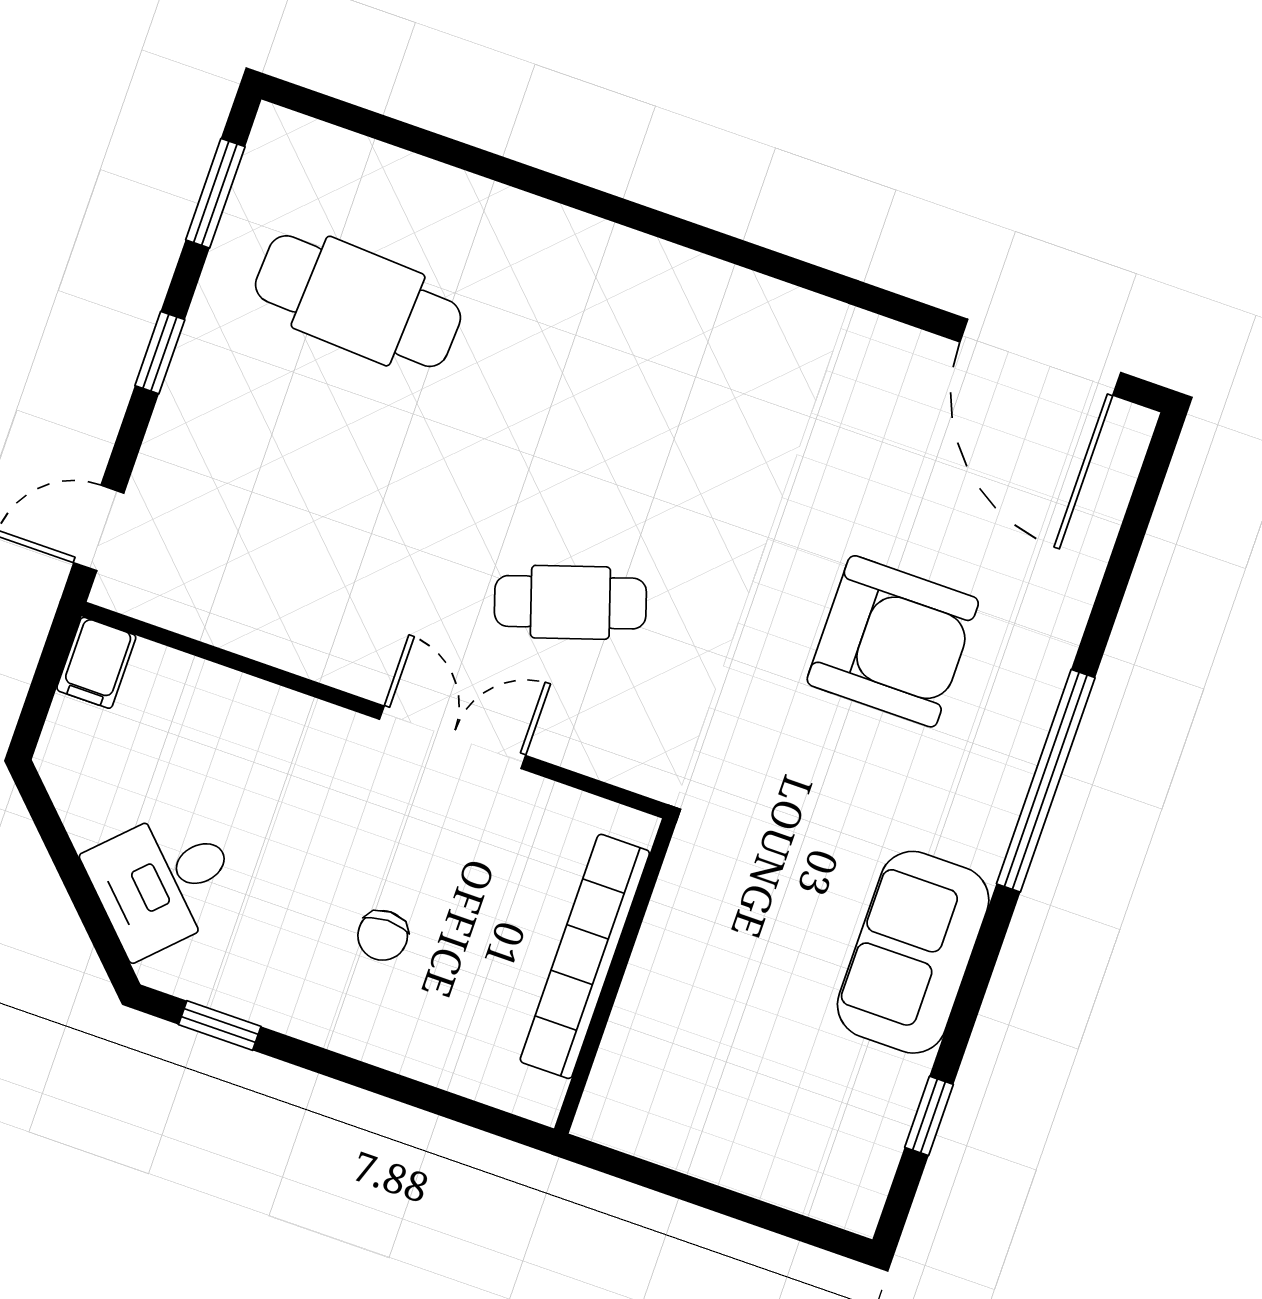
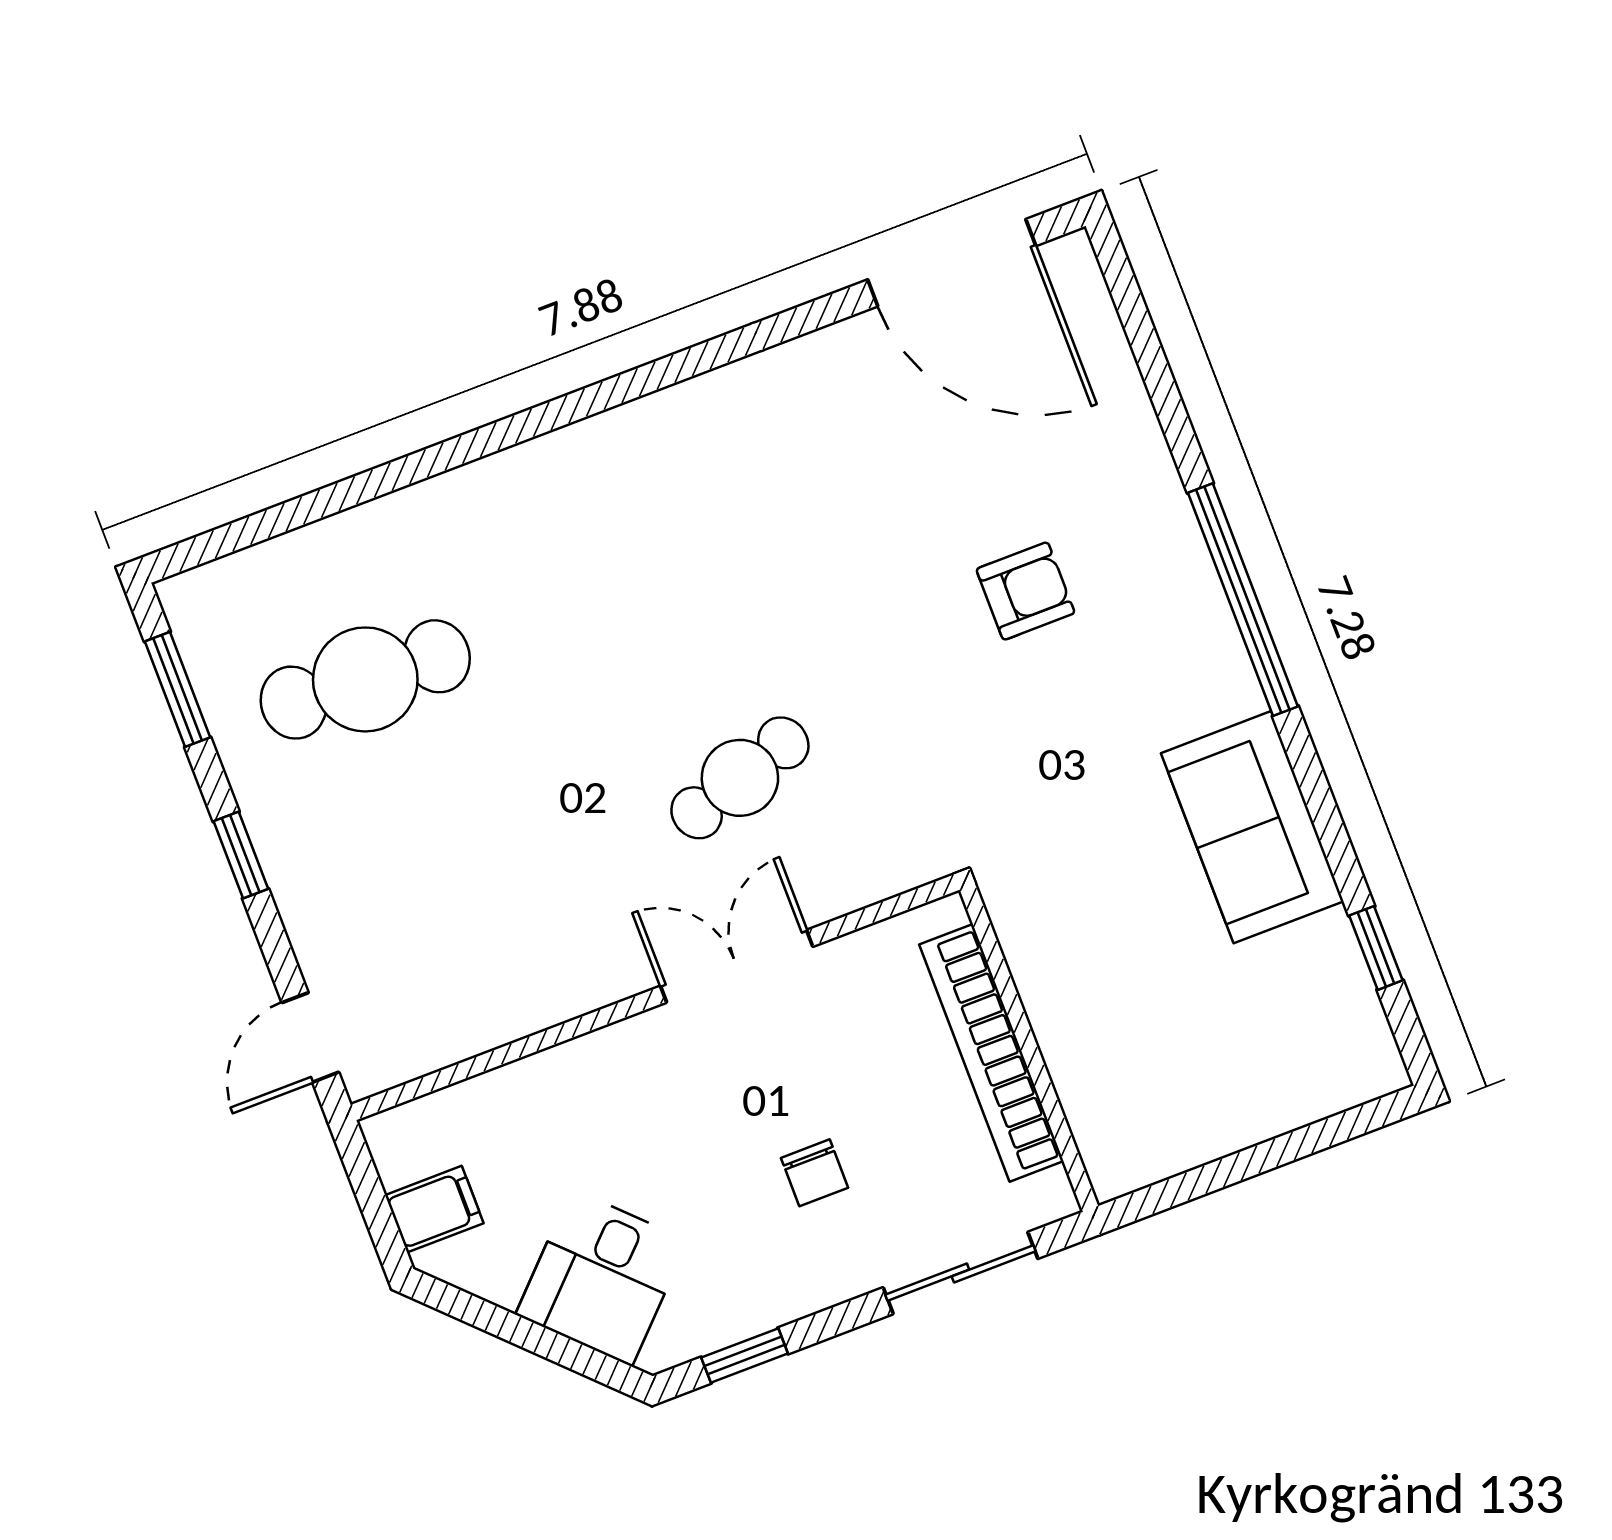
armchair: (893, 641) -> (1025, 591), width x0.53, depth x0.53
filing cabinet: (96, 663) -> (434, 1209), moved, turned -90
sliding door: (427, 1098) -> (960, 1273), added

